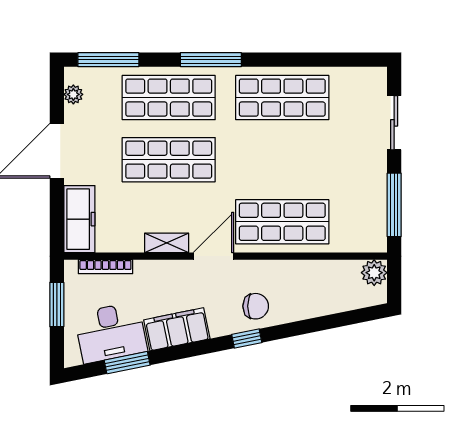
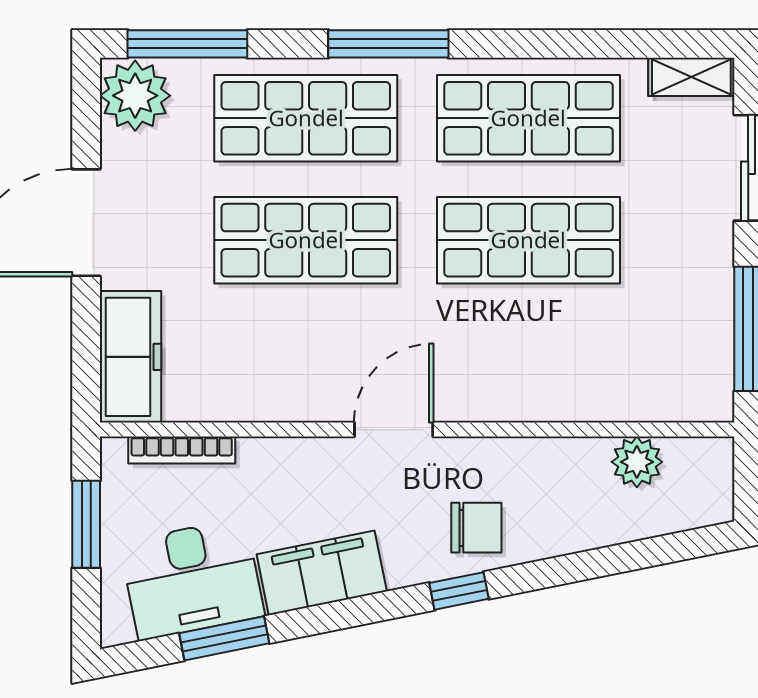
plant: (73, 94) -> (135, 96), width x1.88, depth x1.88
shop shelf: (282, 222) -> (528, 240), moved
shelving: (167, 243) -> (691, 77), moved
plant: (374, 273) -> (637, 462), moved

